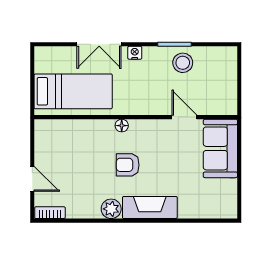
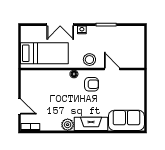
stool: (183, 63) -> (89, 60), moved
sofa: (220, 148) -> (126, 120), moved, turned 90
armchair: (128, 165) -> (92, 84), moved, turned 180

